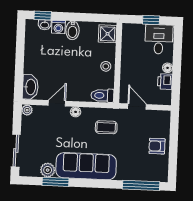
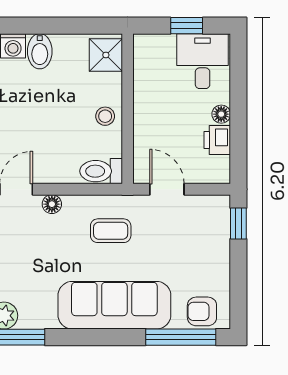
window: (174, 126) -> (238, 223), added
armchair: (157, 146) -> (202, 311), moved
sofa: (86, 166) -> (114, 305), moved

